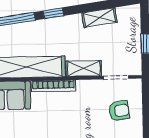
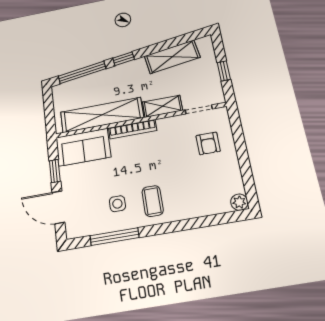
shelving: (99, 18) -> (172, 57), width x1.50, depth x1.33
armchair: (119, 111) -> (208, 143), turned 98

